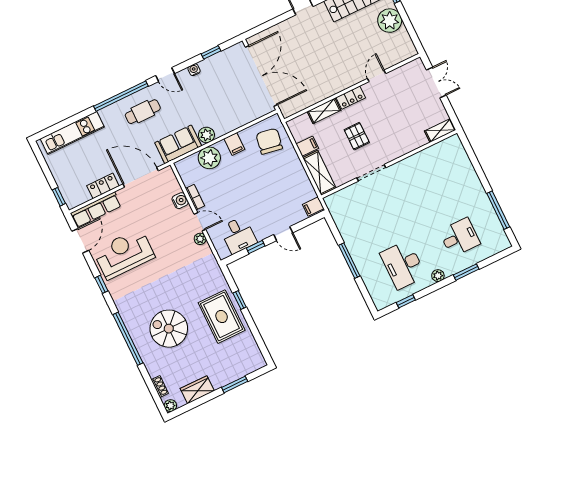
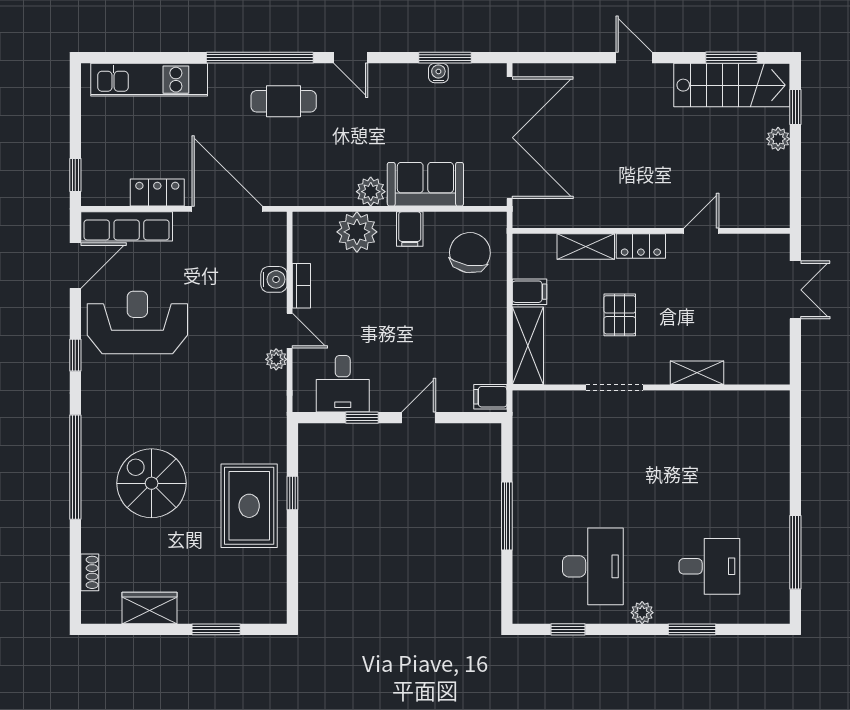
plant: (390, 21) -> (778, 139), width x0.53, depth x0.53
window: (211, 52) -> (445, 58), width x1.50
water cooler: (194, 70) -> (438, 73), moved
shelving: (440, 130) -> (697, 373), moved
sofa: (178, 144) -> (425, 184), moved
door: (283, 234) -> (419, 418), swing flipped
desk: (403, 265) -> (593, 566), turned 180
plant: (170, 406) -> (92, 613), removed

